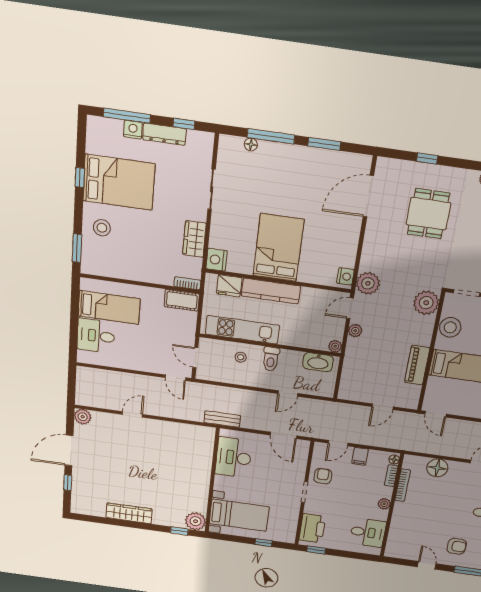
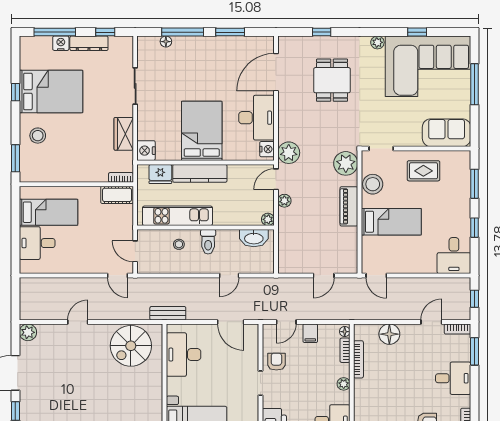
desk: (339, 242) -> (256, 118), added
piano: (417, 365) -> (349, 206), moved
spiral stairs: (183, 443) -> (131, 346), added

